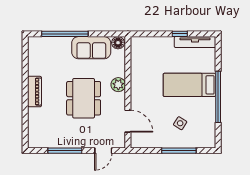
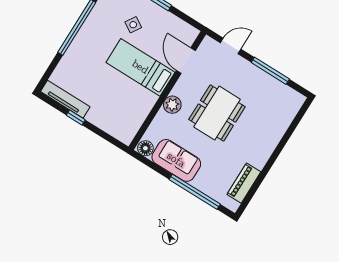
bed: (189, 85) -> (140, 67), moved, turned 180
piano: (34, 92) -> (244, 183), moved

